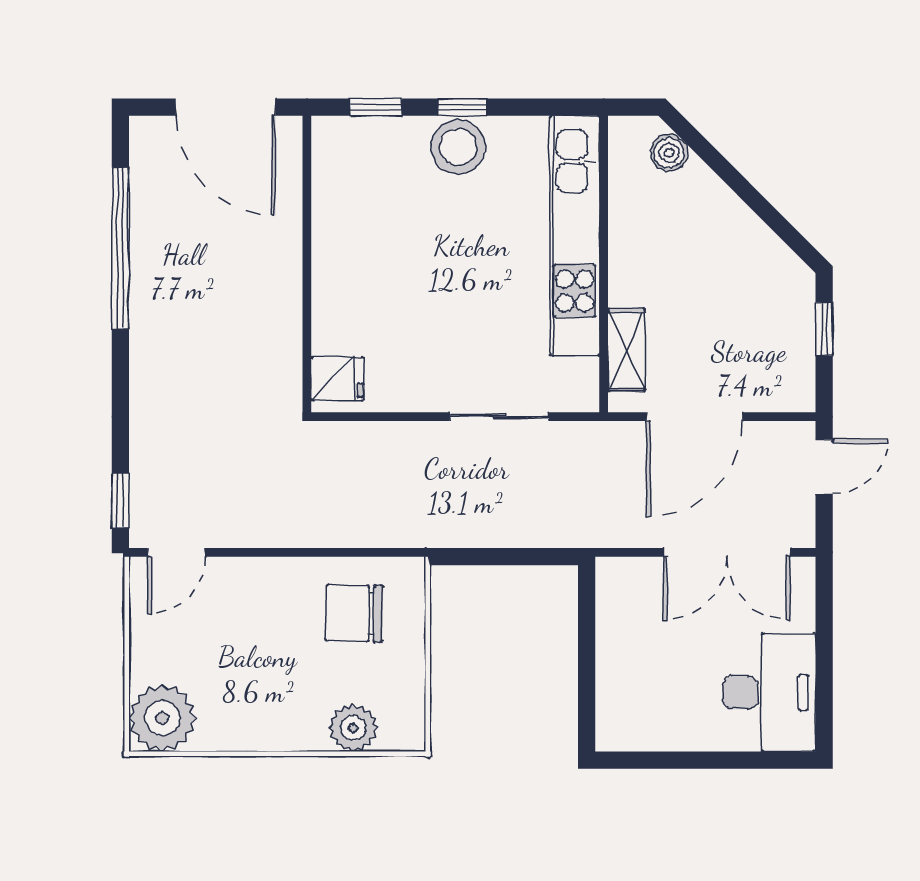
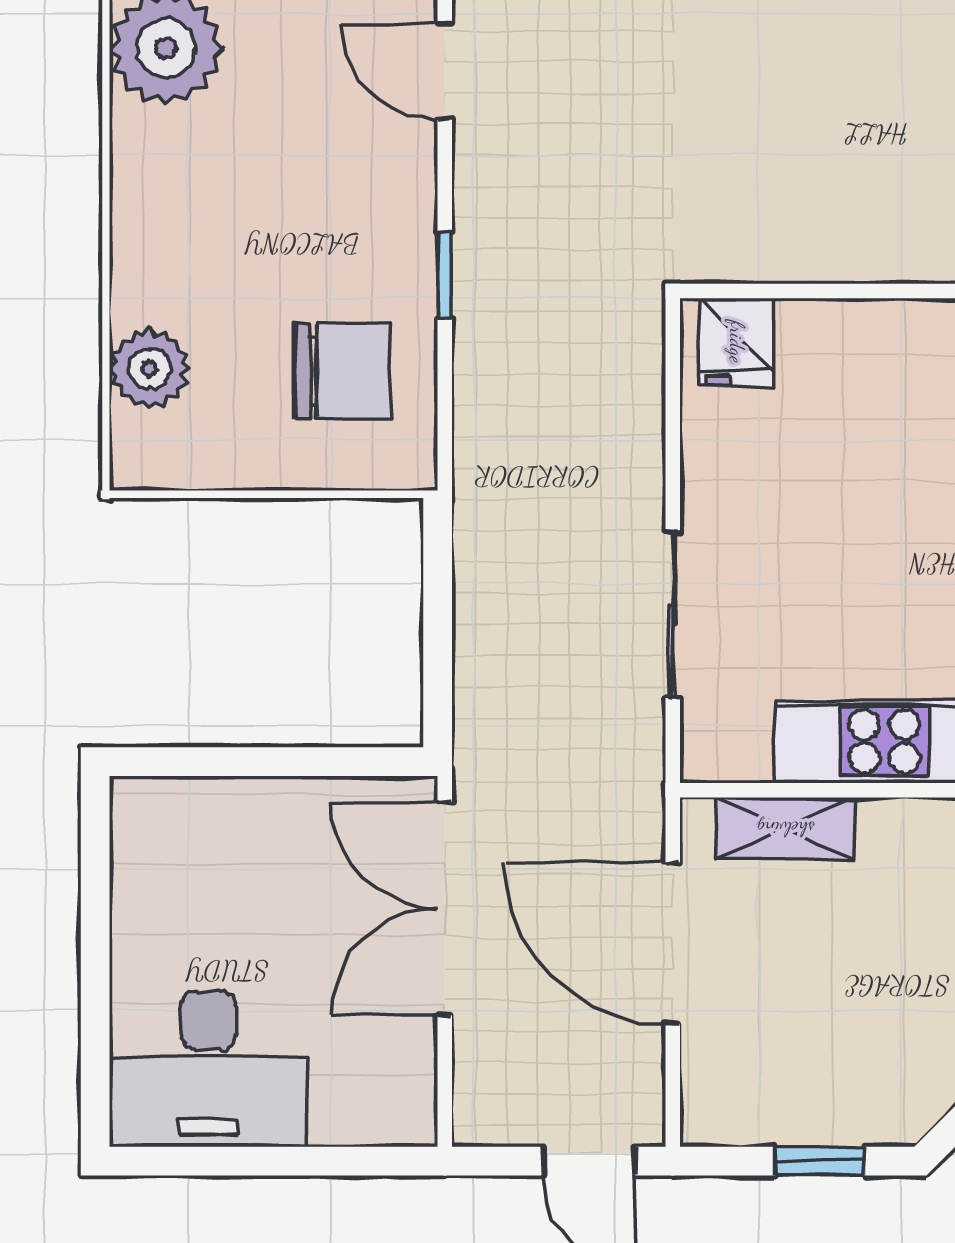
window: (298, 552) -> (445, 275), added
double door: (727, 552) -> (445, 909), moved
chair: (354, 613) -> (342, 371), turned 89

